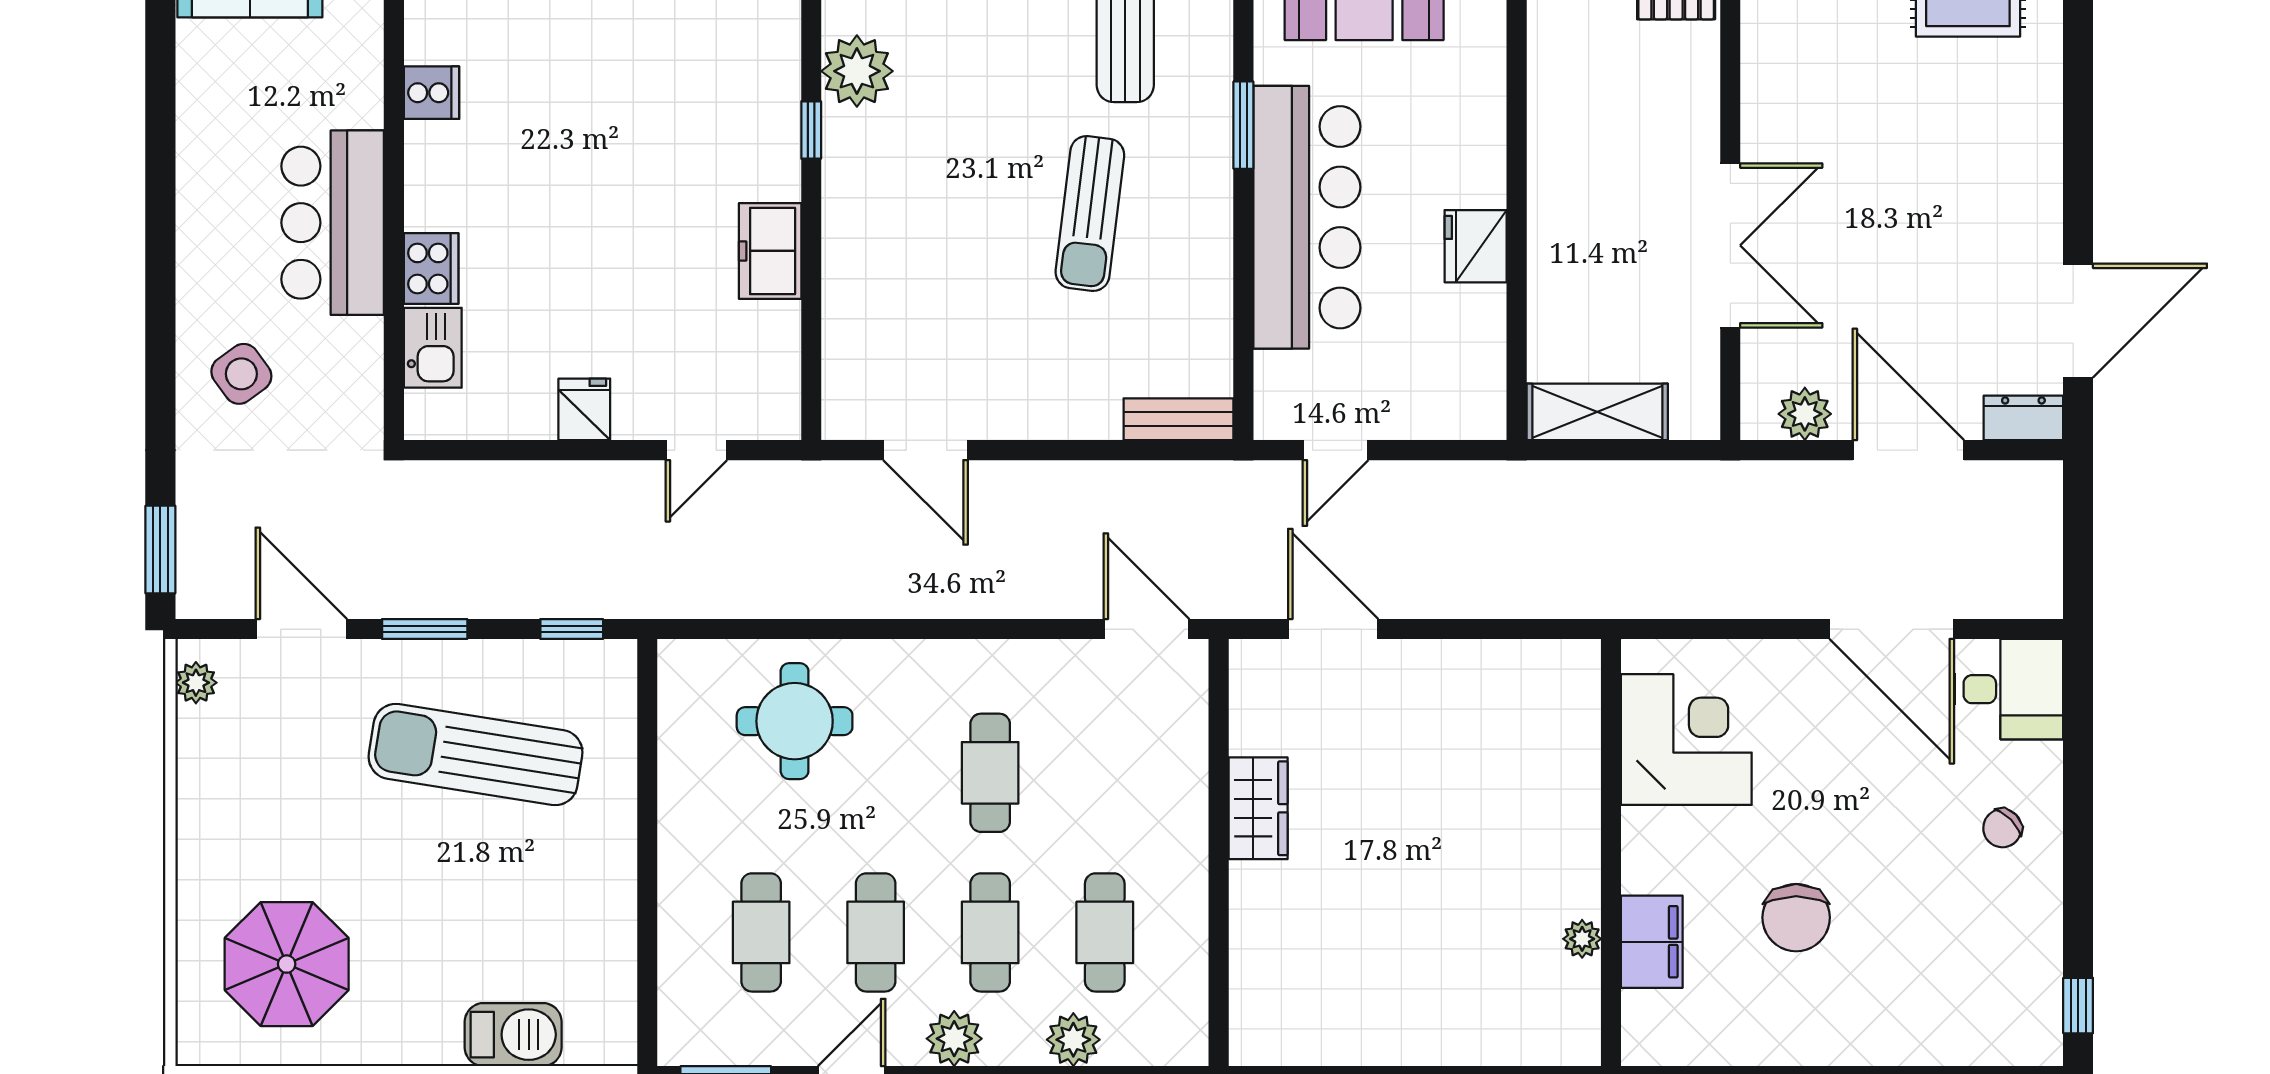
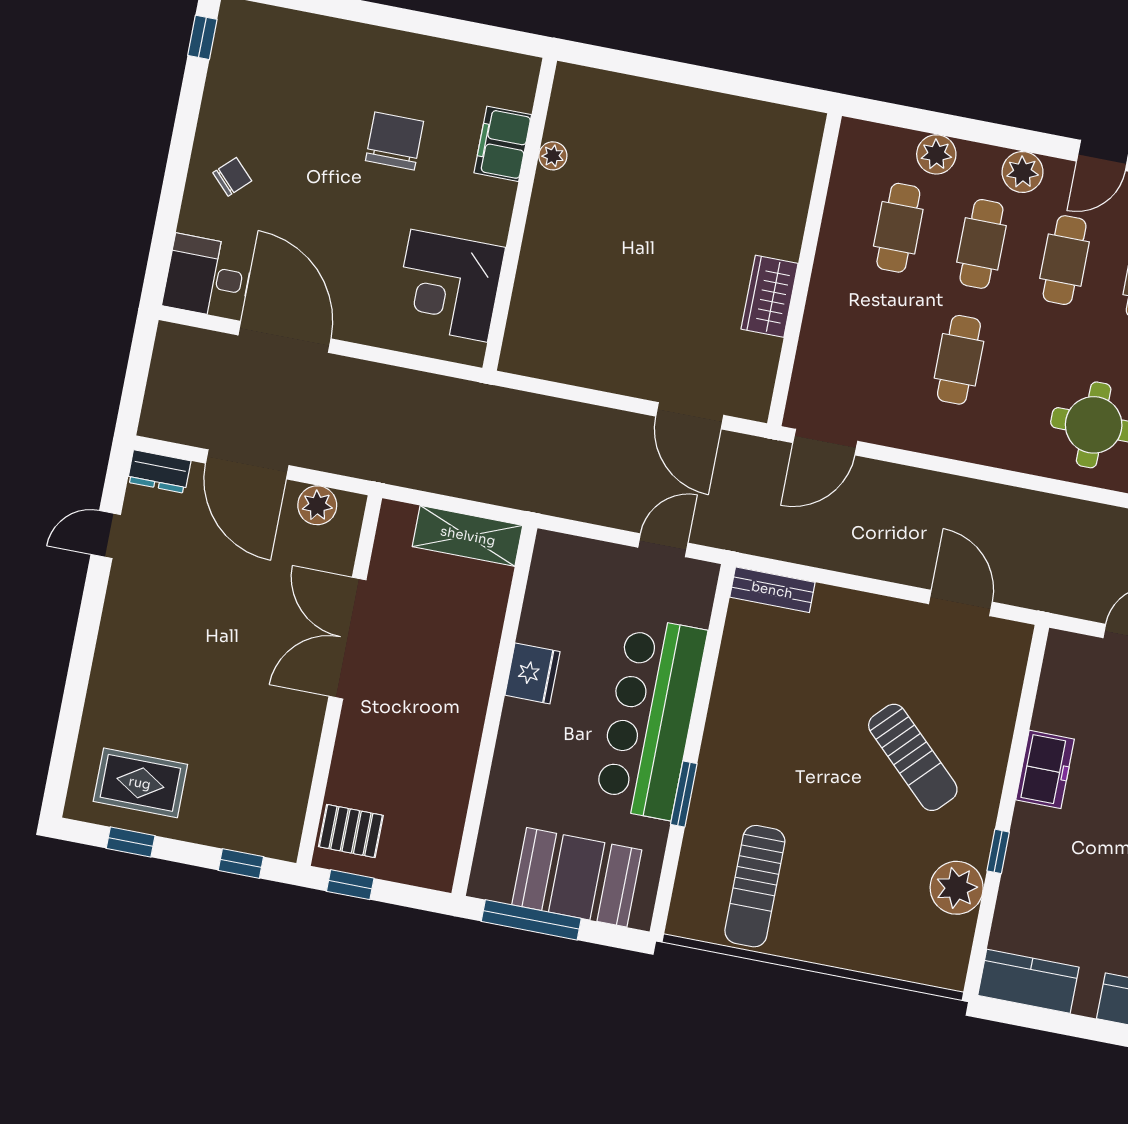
sun lounger: (1090, 213) -> (913, 757), moved, turned 127
door: (2078, 321) -> (106, 534), width x0.53
door: (1146, 629) -> (825, 442), hinge flipped

